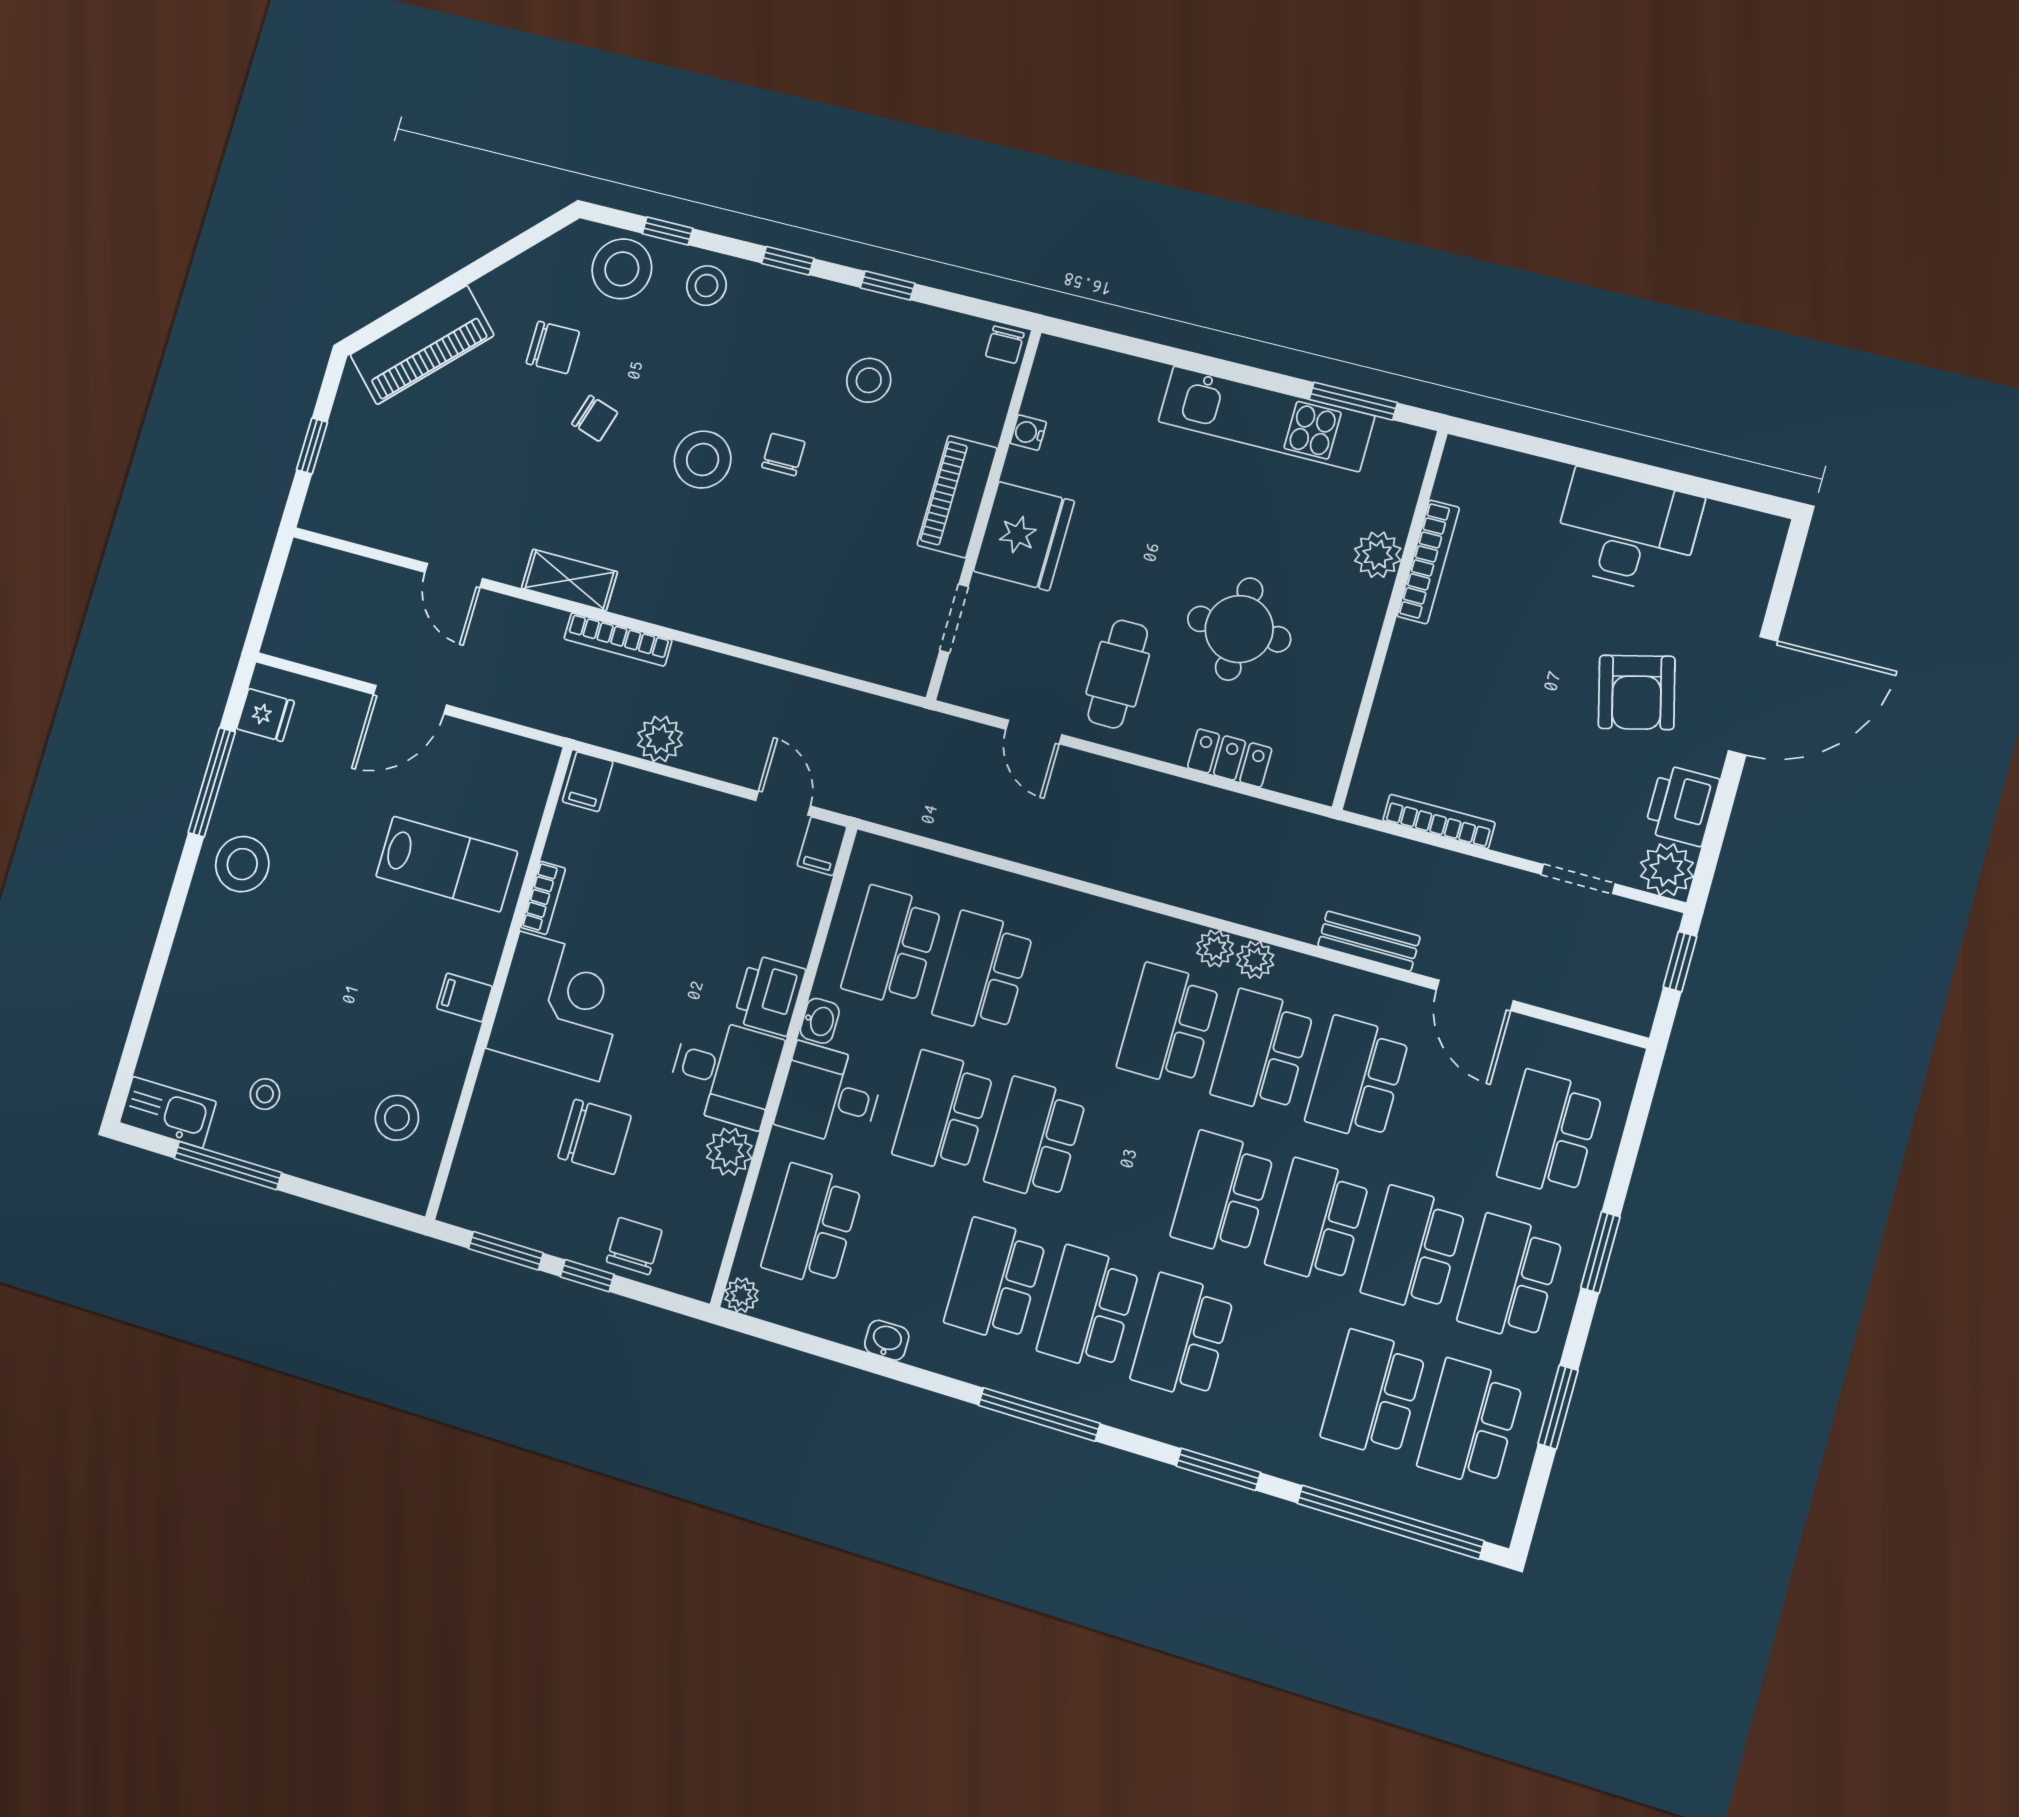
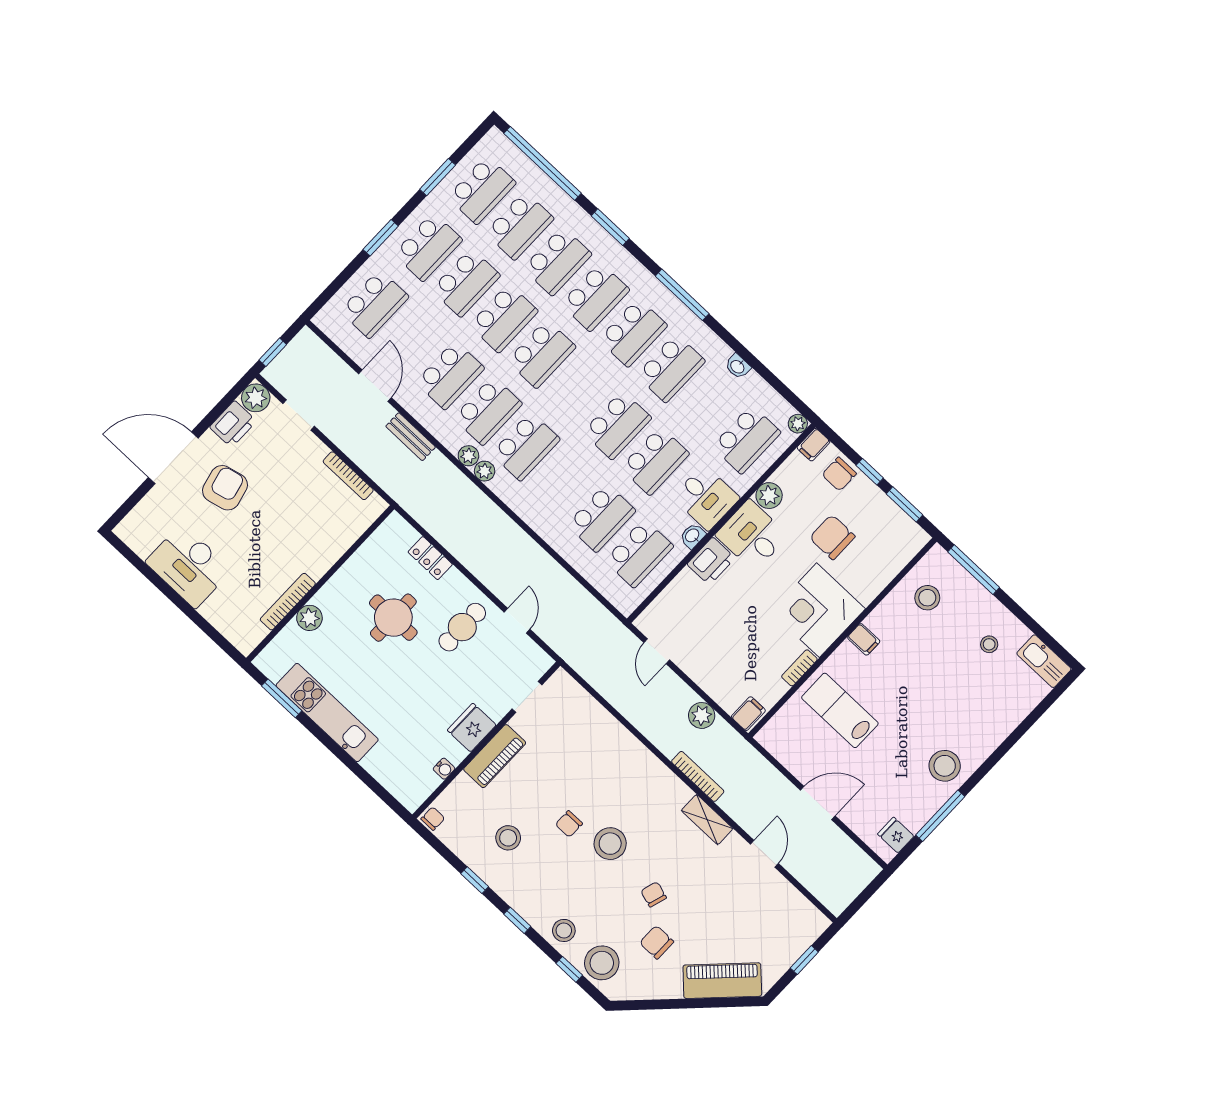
fridge: (1024, 536) -> (472, 728), width x0.73, depth x0.75
filing cabinet: (822, 846) -> (814, 445), moved, turned 180
window: (228, 1165) -> (974, 570), moved
school desk: (1277, 1365) -> (557, 261), added

